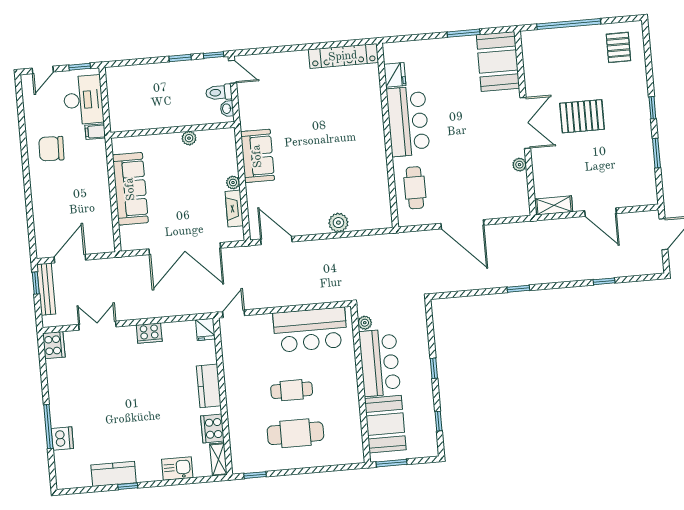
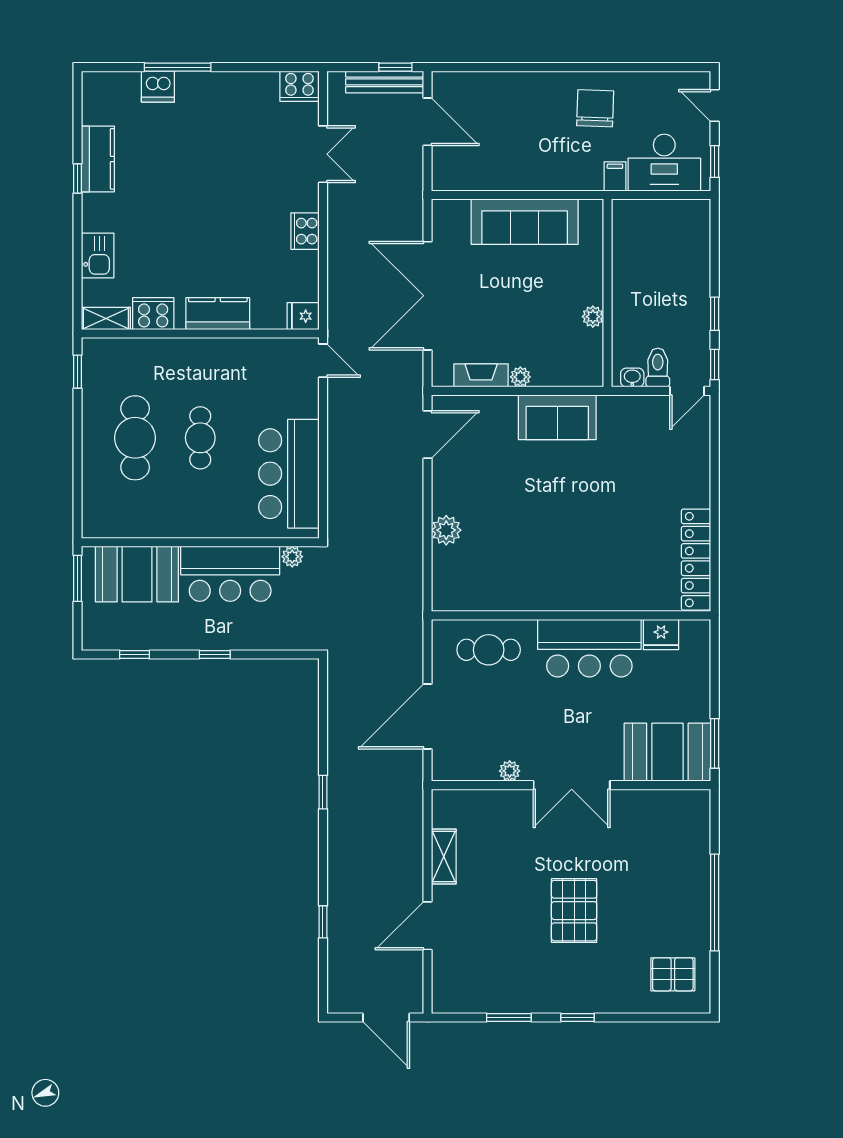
booth: (498, 62) -> (667, 752), moved
double door: (525, 123) -> (572, 785), moved
wall: (525, 123) -> (571, 785), moved
plant: (519, 165) -> (510, 771), moved

